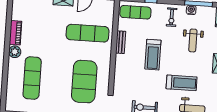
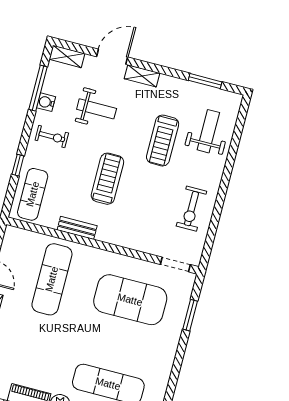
treadmill: (153, 55) -> (107, 179), turned -90
treadmill: (182, 83) -> (163, 141), turned 180

